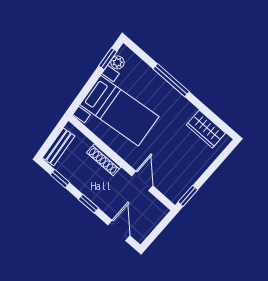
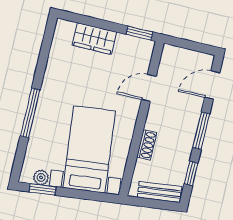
wardrobe: (206, 129) -> (94, 39), moved, turned 90
shoe rack: (104, 160) -> (147, 145), width x0.70
window: (88, 204) -> (201, 131), width x1.50

